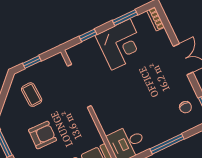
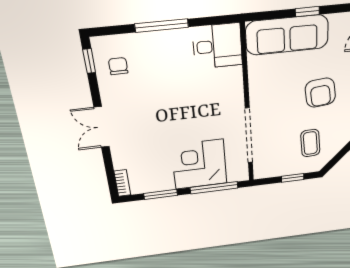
window: (88, 35) -> (214, 188), width x2.17
corner desk: (121, 44) -> (199, 164), moved
armchair: (43, 135) -> (320, 93), turned -97

